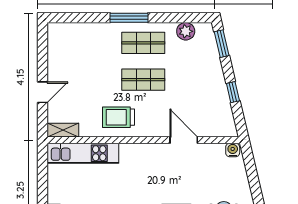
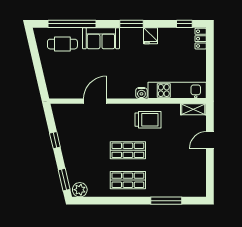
window: (129, 18) -> (166, 201), moved
plant: (186, 31) -> (80, 190), moved
door: (184, 140) -> (95, 101), swing flipped
water cooler: (233, 150) -> (141, 93), moved

